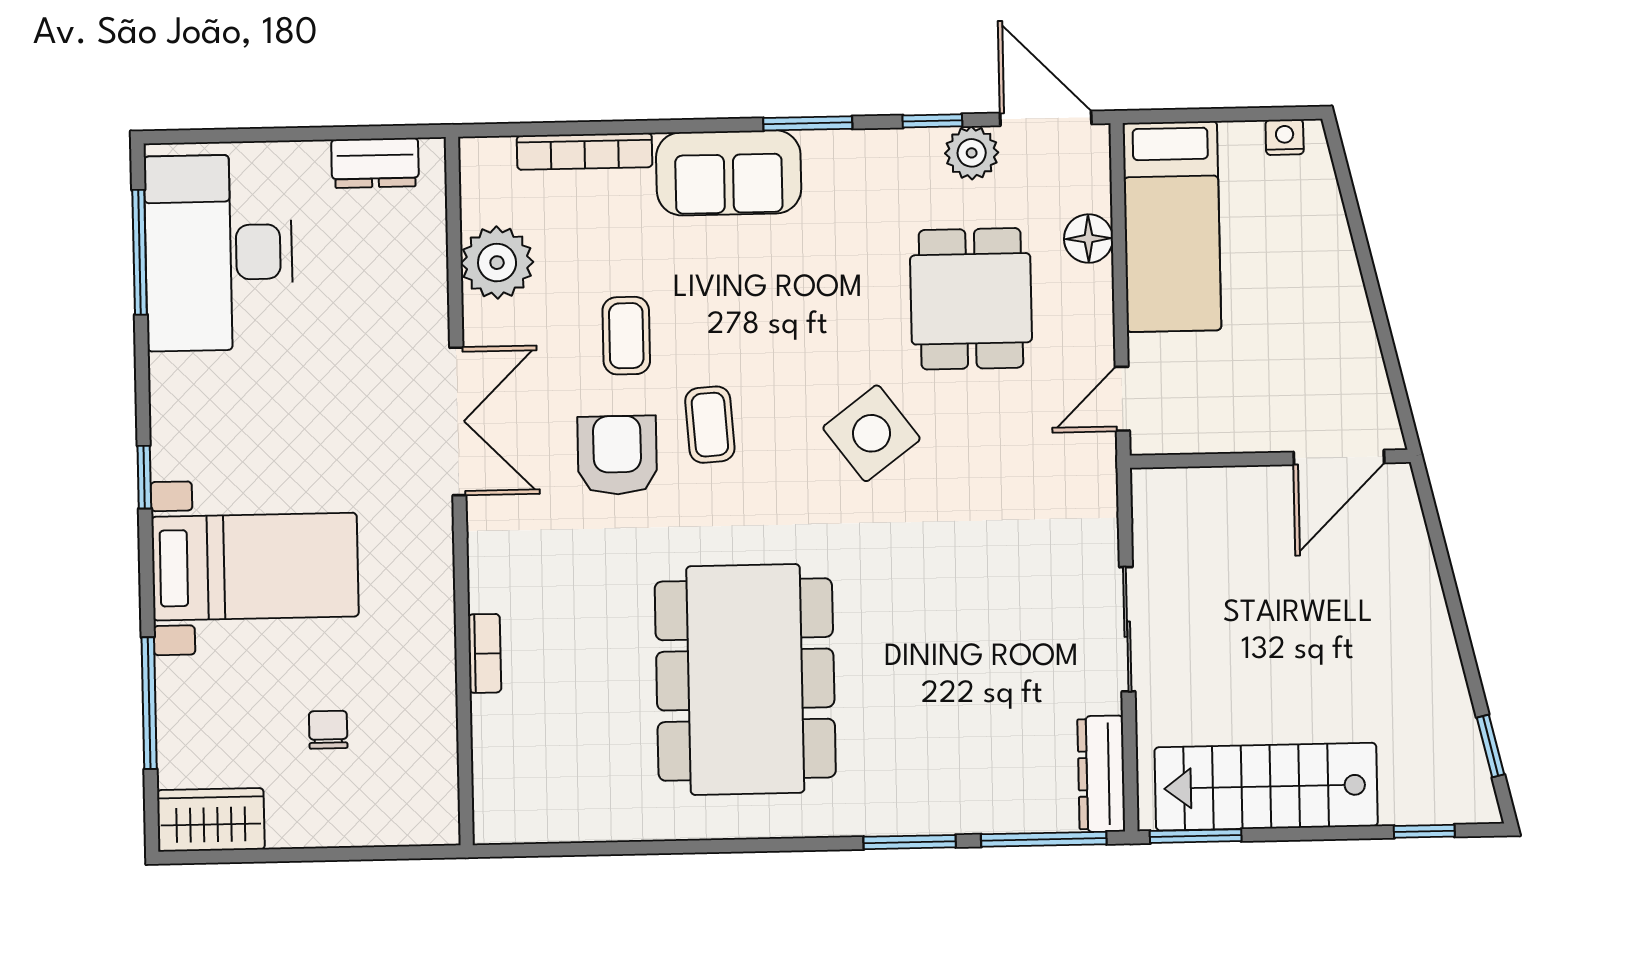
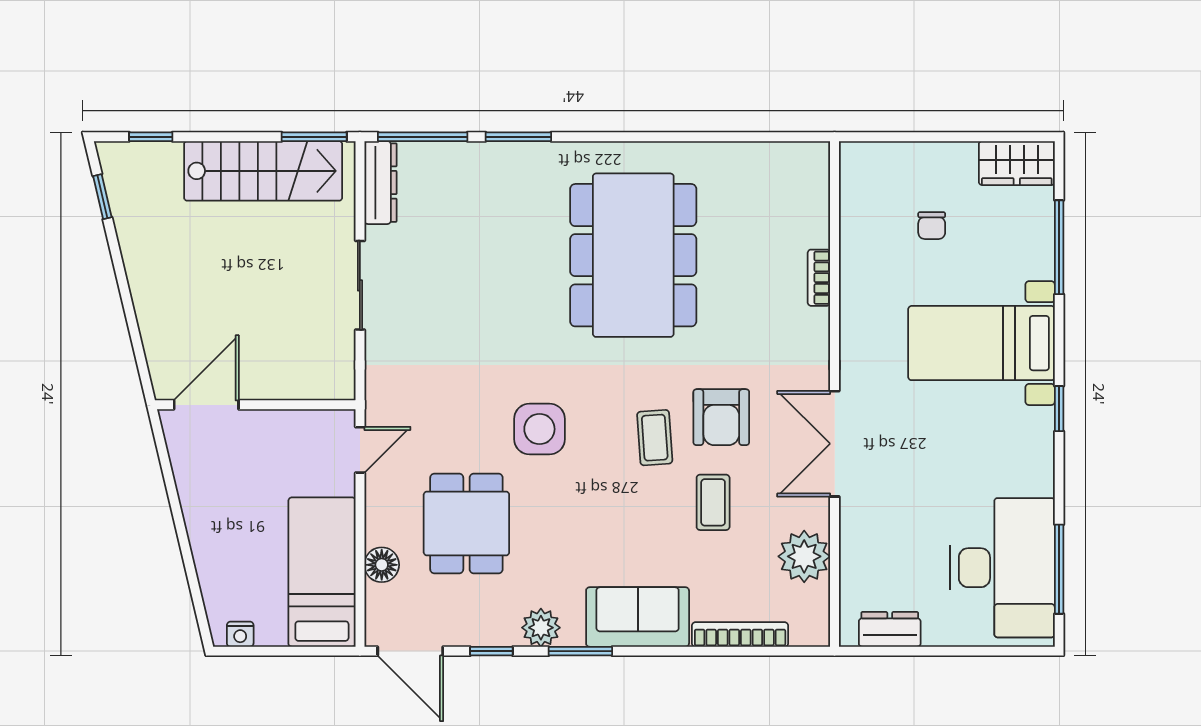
plant: (972, 153) -> (541, 628), moved
side table: (871, 433) -> (539, 429), turned 37

